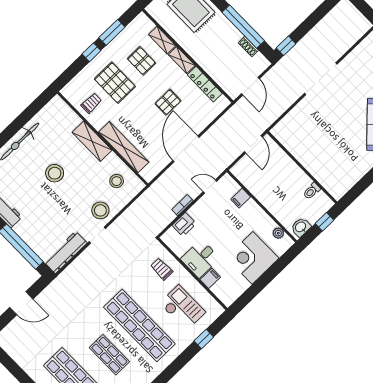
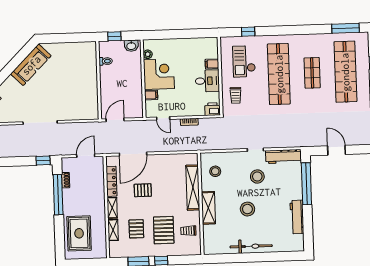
door: (186, 149) -> (133, 154), moved
stool: (100, 210) -> (257, 177), moved
printer: (184, 224) -> (213, 109), moved
corner desk: (253, 258) -> (159, 74), moved, turned -90

